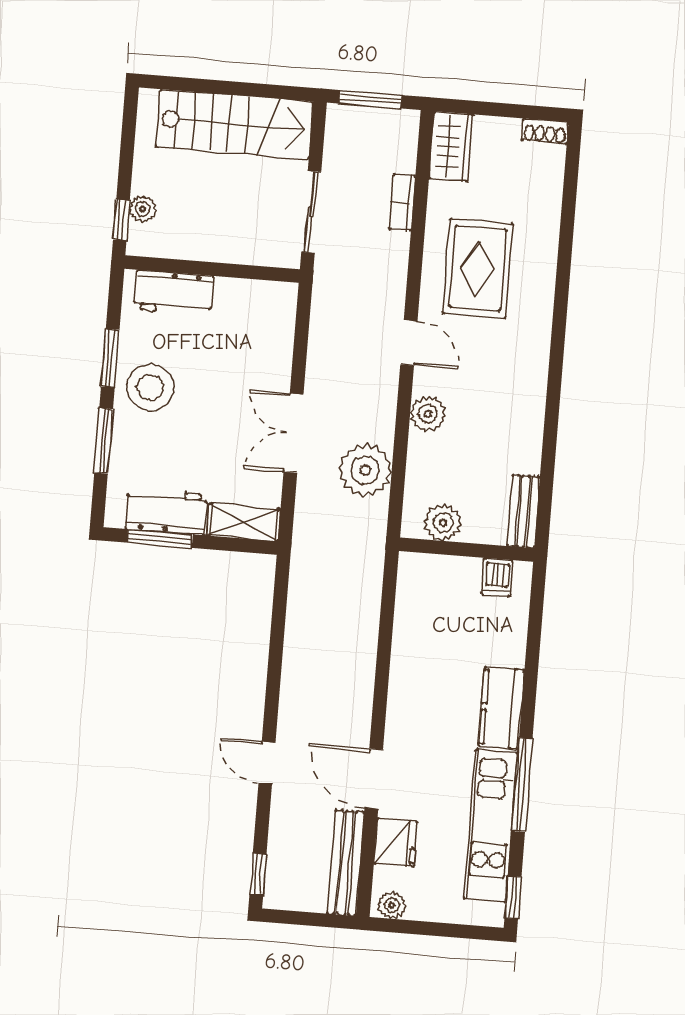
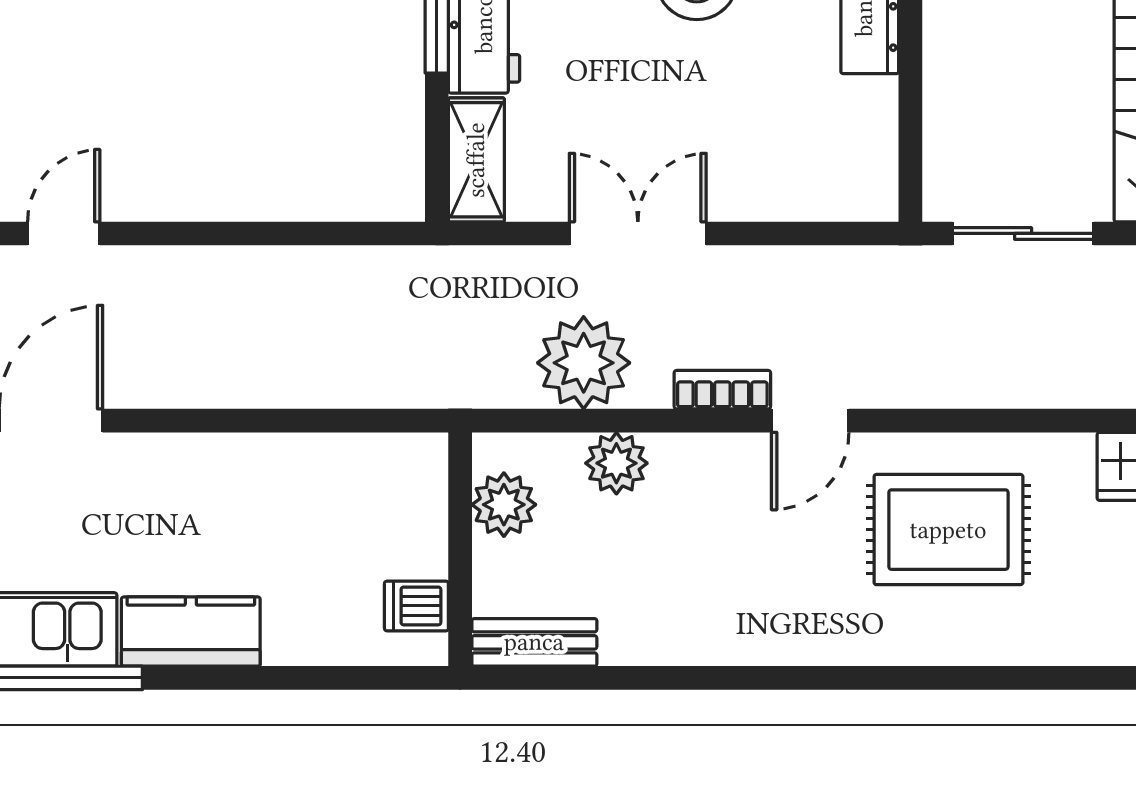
bookcase: (402, 203) -> (722, 390), moved
plant: (428, 414) -> (616, 463), moved

